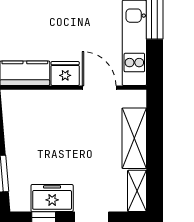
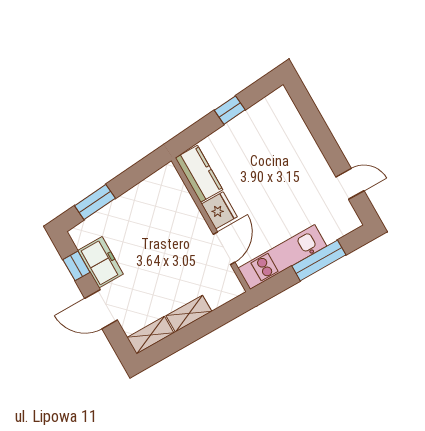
shelving: (134, 138) -> (189, 314), width x0.67, depth x0.75

